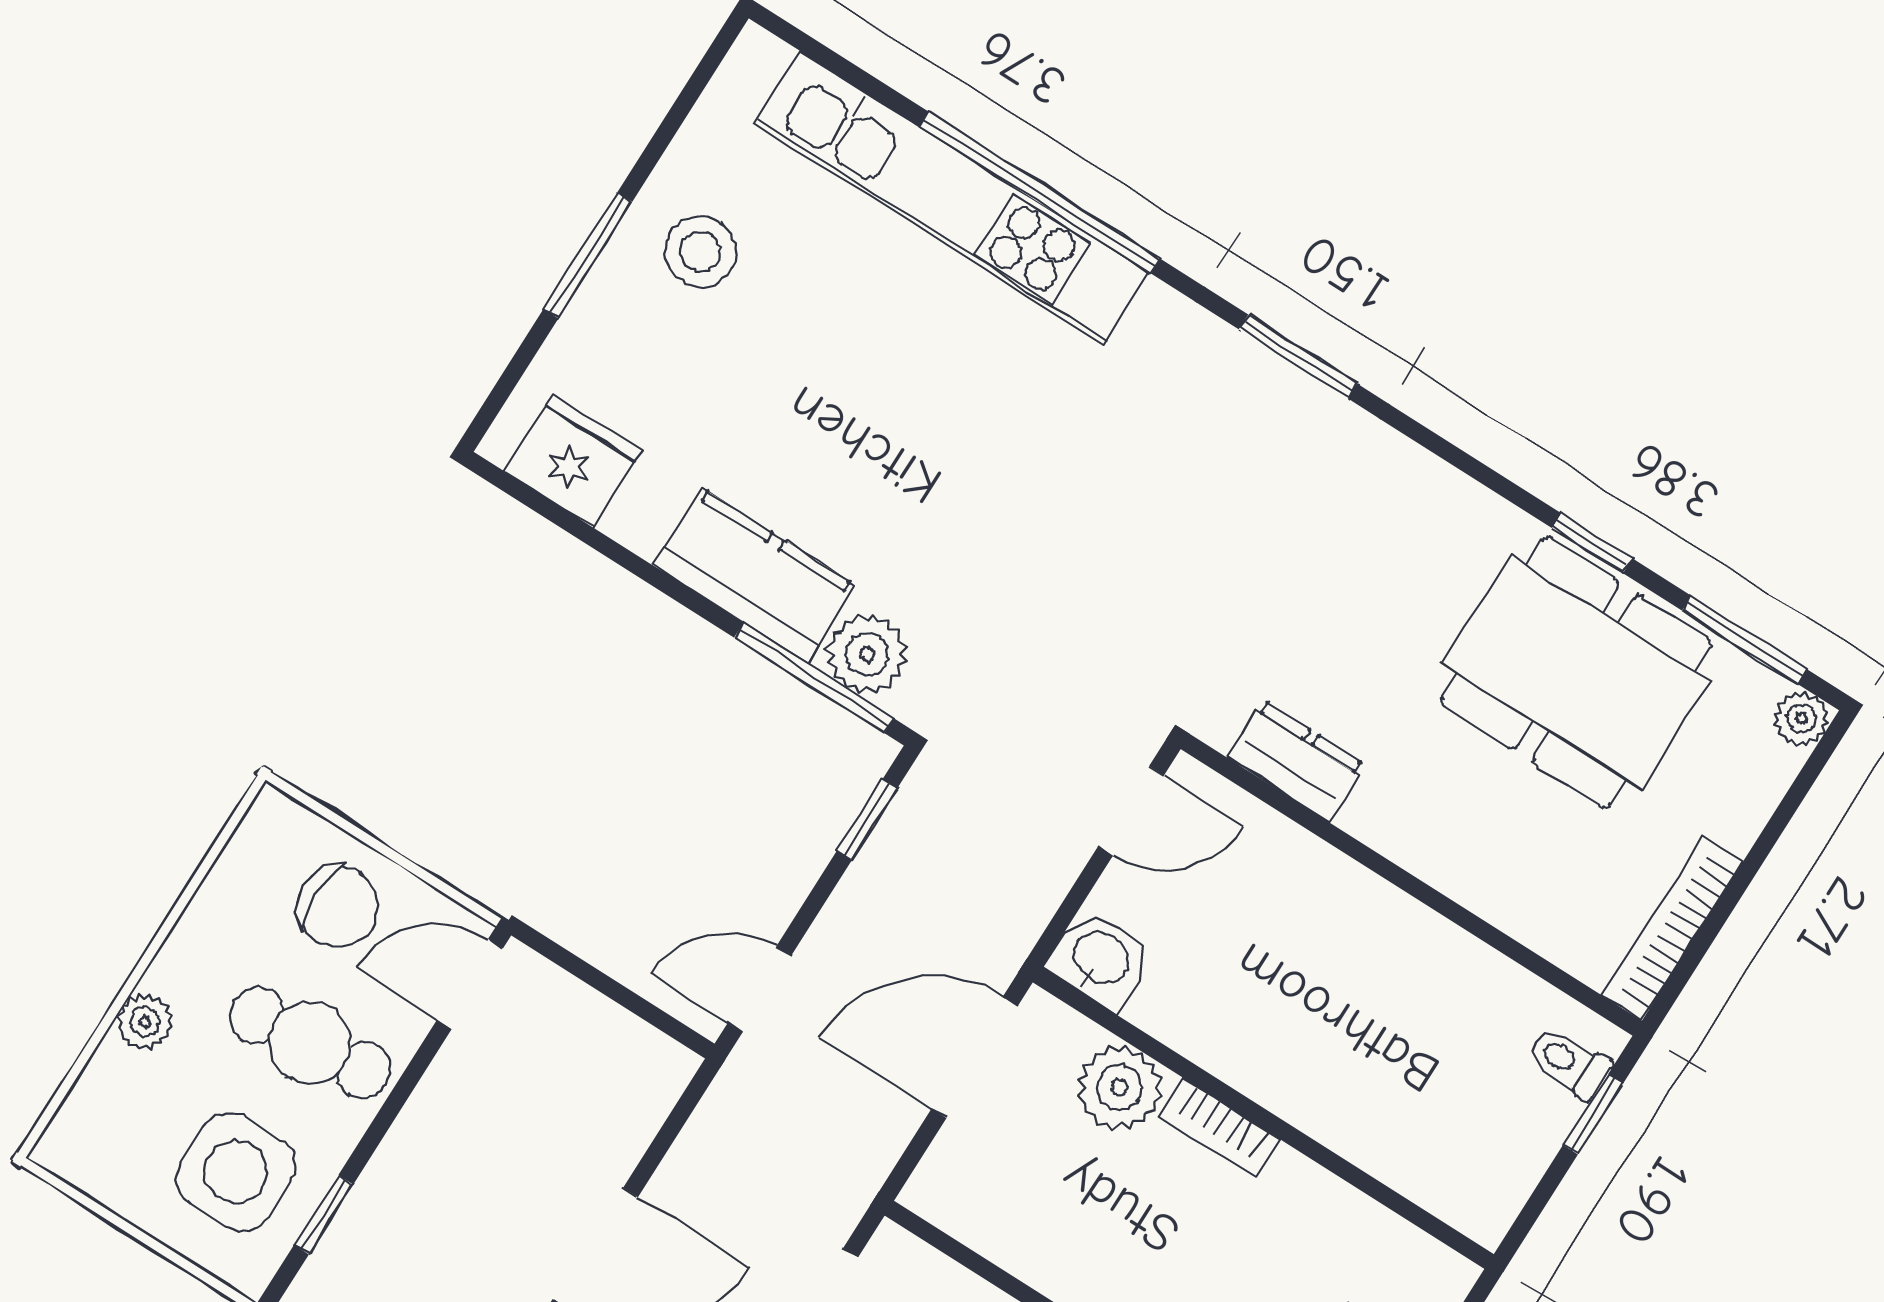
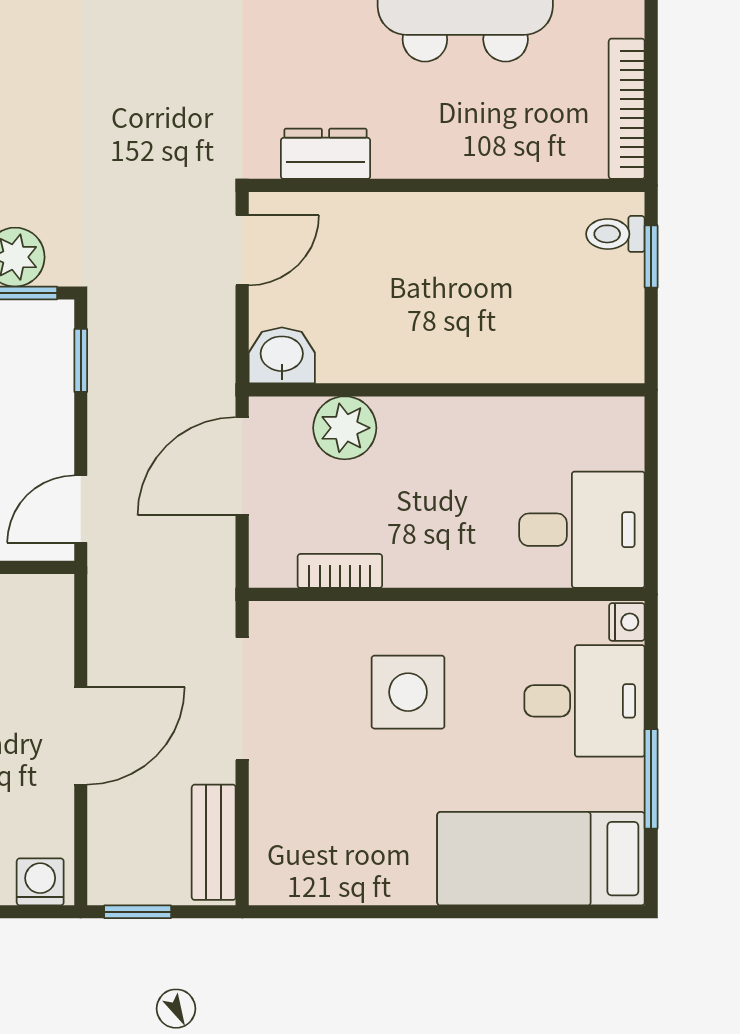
bookcase: (1219, 1128) -> (340, 571), moved, turned 180

